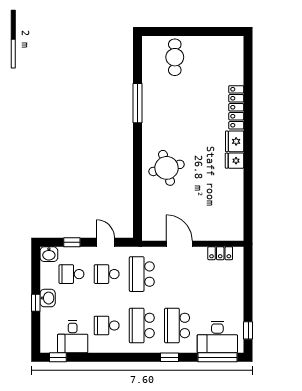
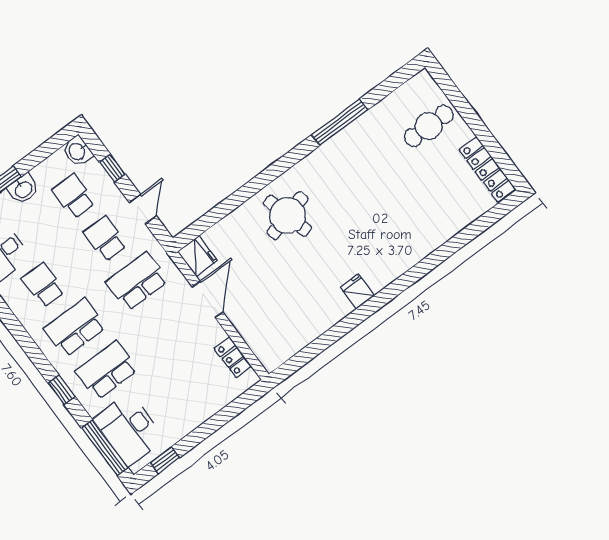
locker: (236, 107) -> (487, 169), moved, turned -90
fridge: (235, 141) -> (197, 256), moved, turned 90

